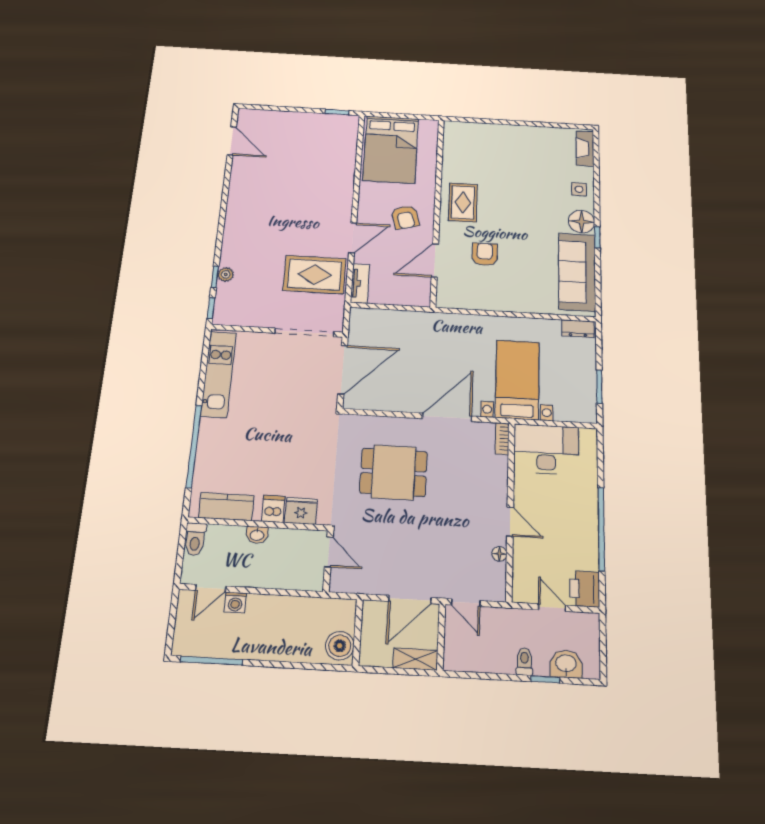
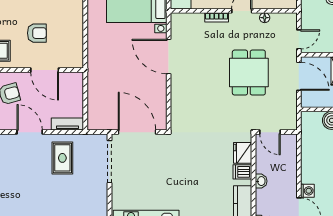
armchair: (485, 254) -> (37, 33), turned 180
rug: (315, 275) -> (62, 158), width x0.73, depth x0.70
bookcase: (502, 439) -> (217, 17), moved
dining table: (394, 472) -> (249, 73), moved
door: (329, 552) -> (270, 132), swing flipped

